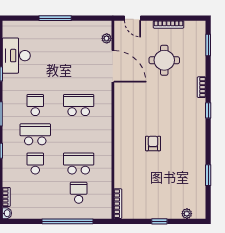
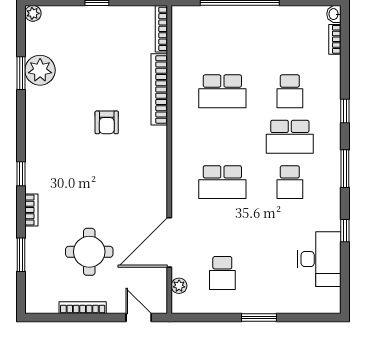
window: (55, 18) -> (259, 317), width x0.69
window: (208, 45) -> (21, 255), moved
door: (113, 66) -> (169, 242), hinge flipped
bookcase: (119, 165) -> (159, 89), added
plant: (196, 177) -> (40, 70), added
school desk: (79, 193) -> (222, 273), moved
plant: (187, 214) -> (33, 13), moved

